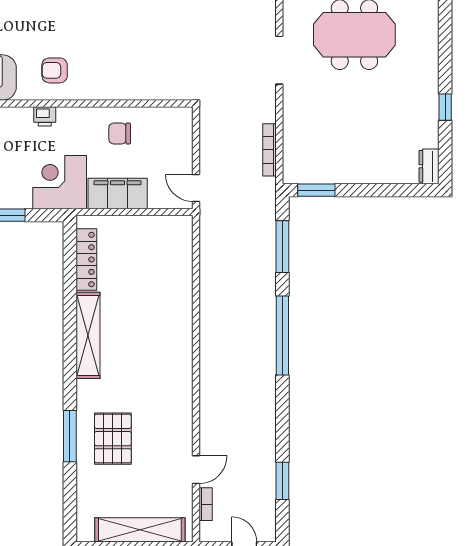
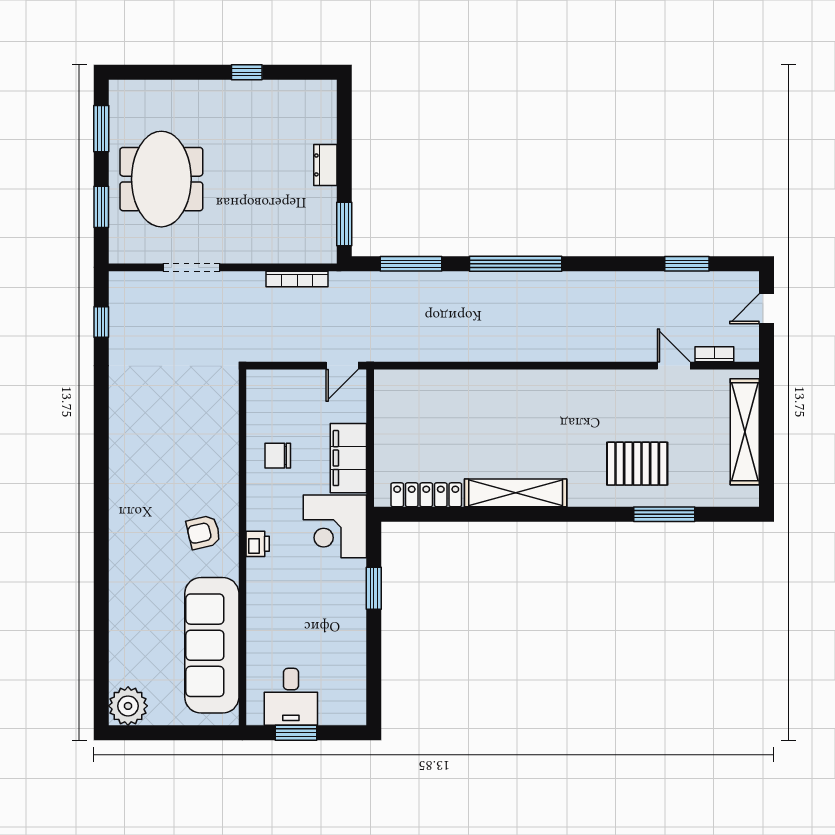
armchair: (55, 70) -> (203, 532), turned 77
chair: (120, 133) -> (278, 456), turned 90
dresser: (429, 166) -> (325, 165), moved, turned 90
window: (70, 436) -> (664, 514), moved

